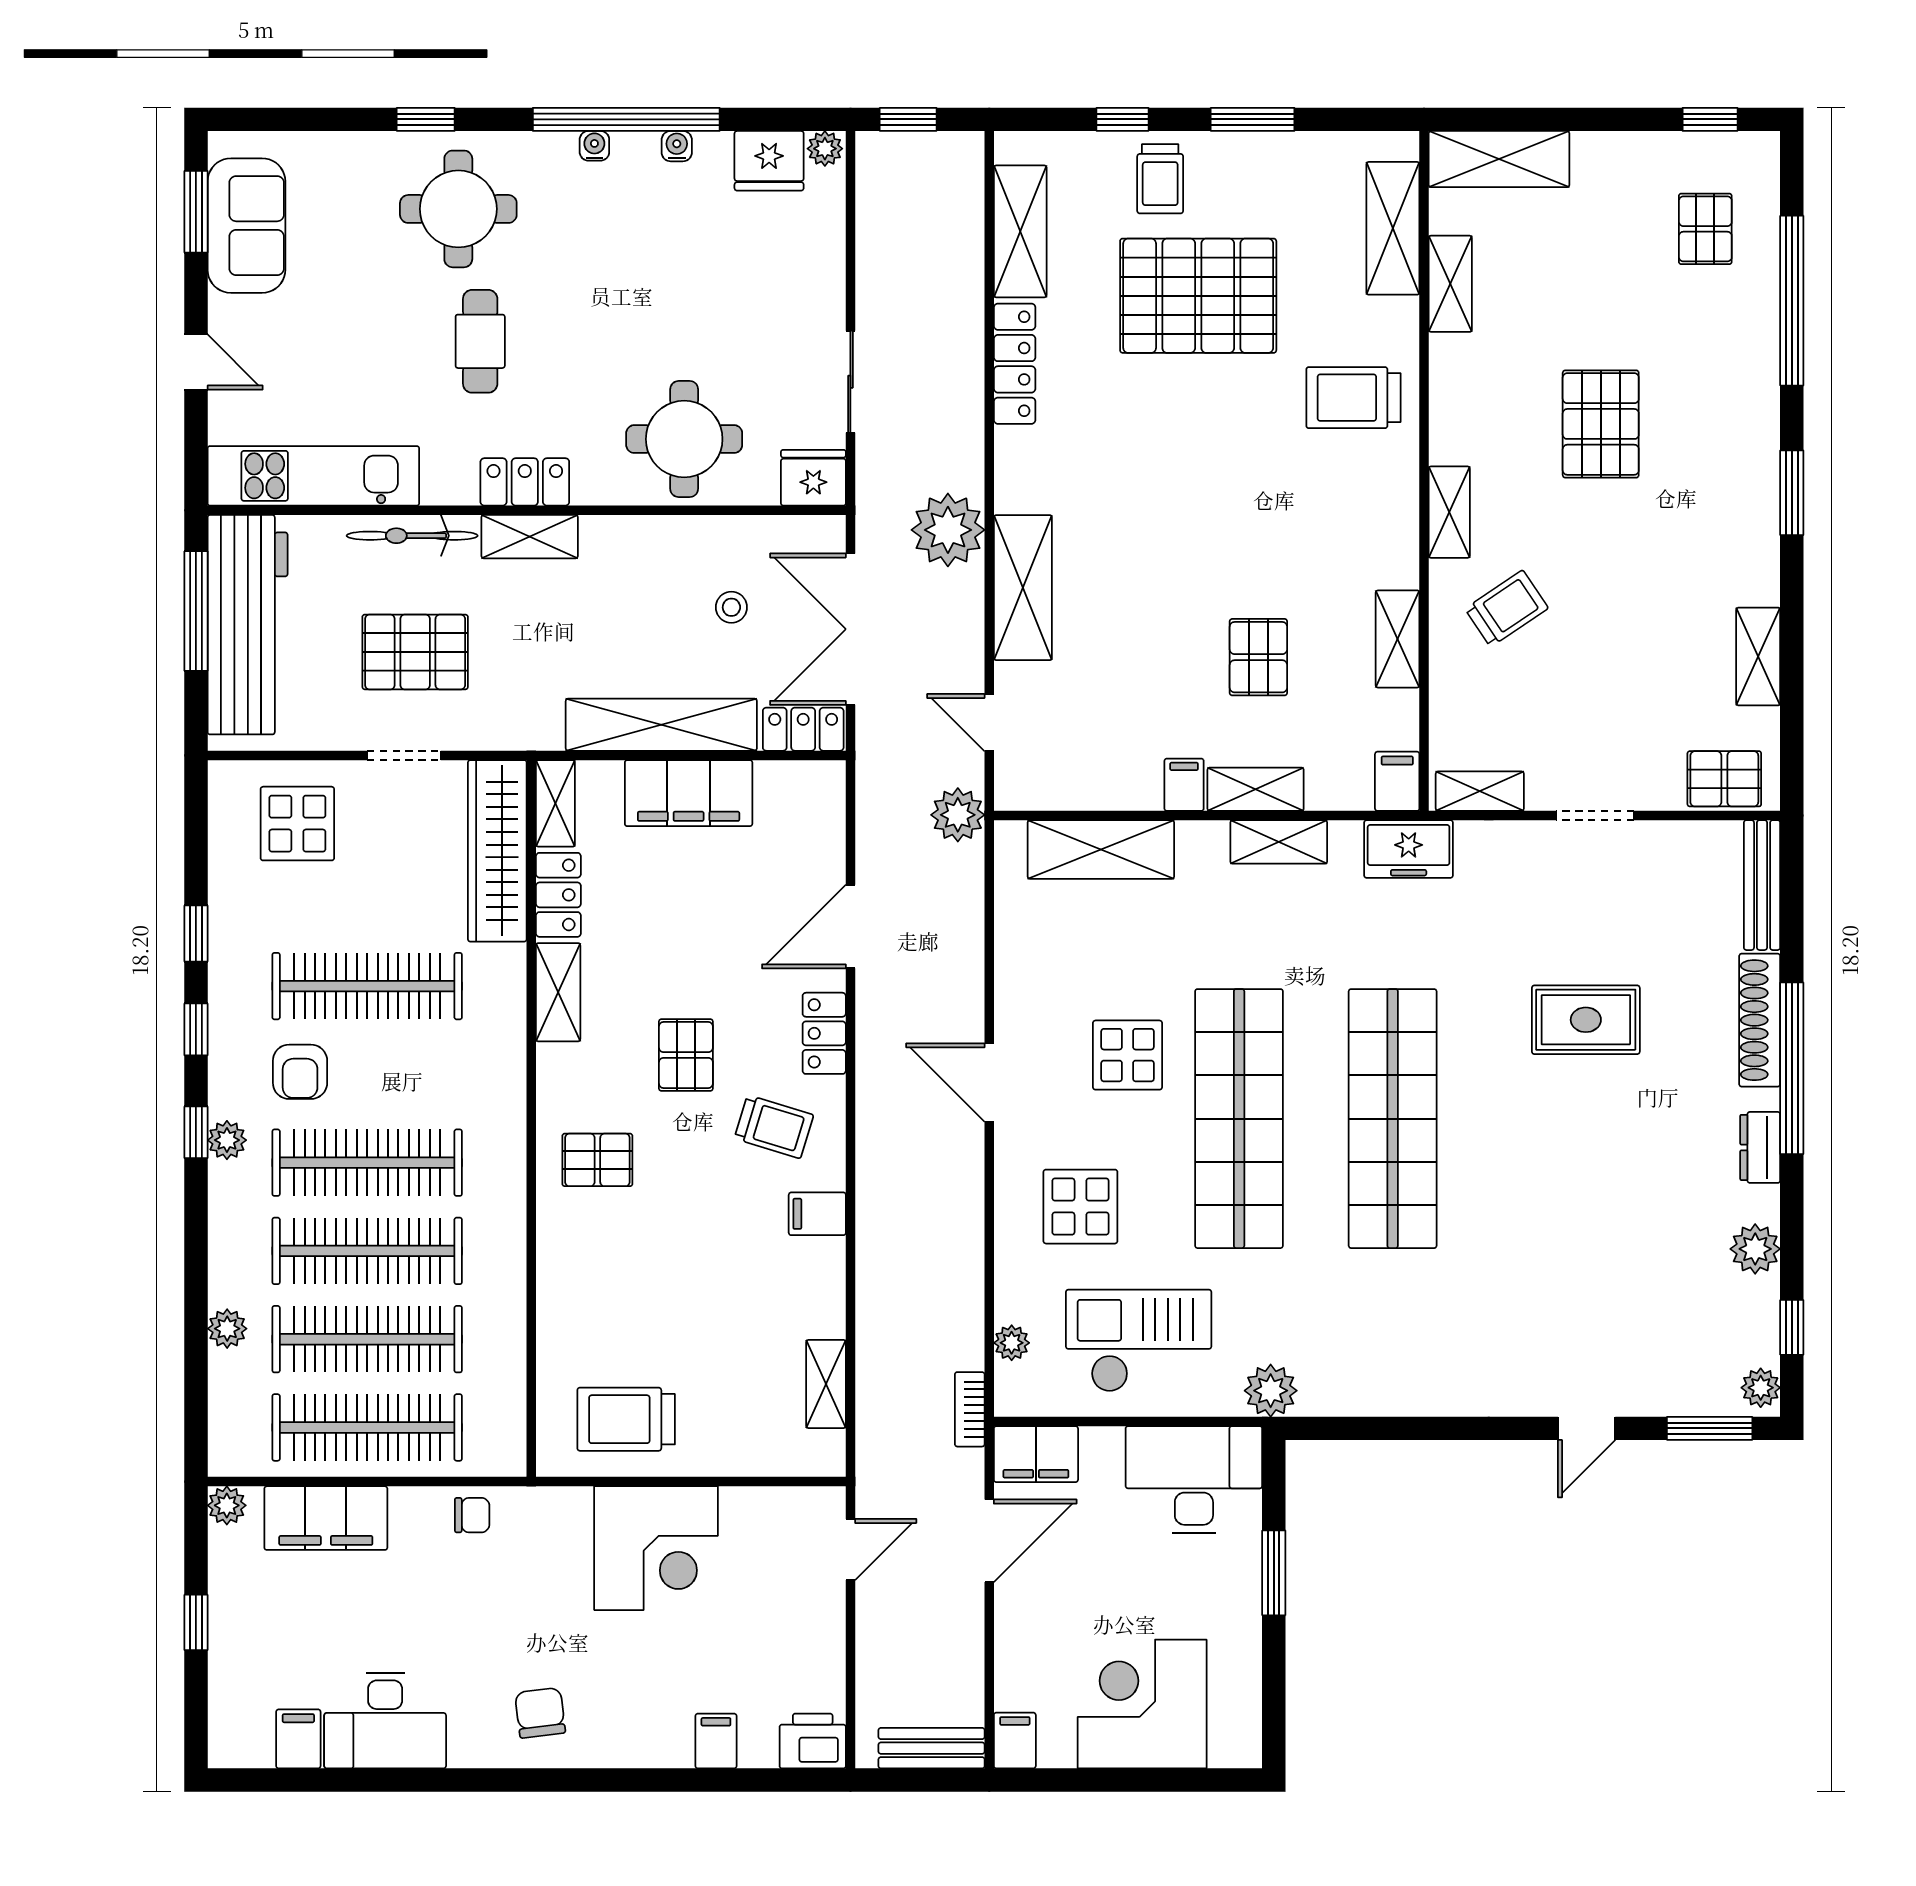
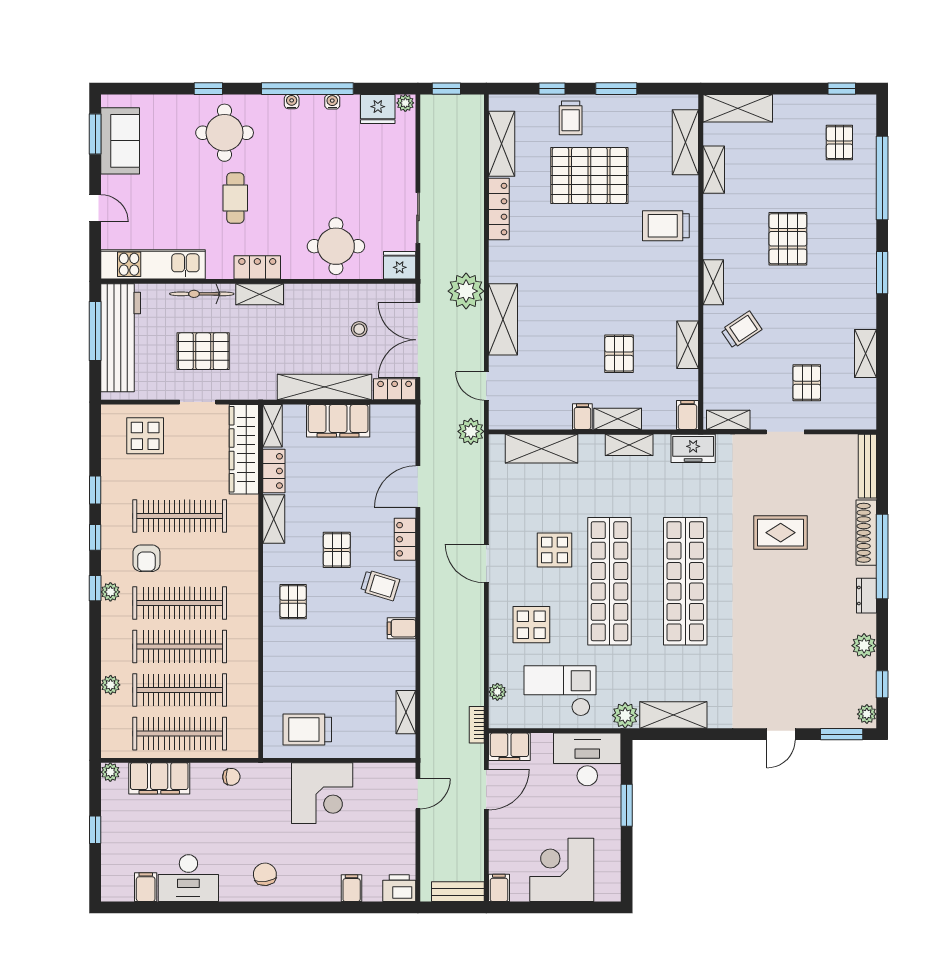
pallet: (1724, 779) -> (807, 383), moved, turned 90
pallet: (597, 1160) -> (293, 602), turned 90
shelving: (1368, 1390) -> (673, 715), added

